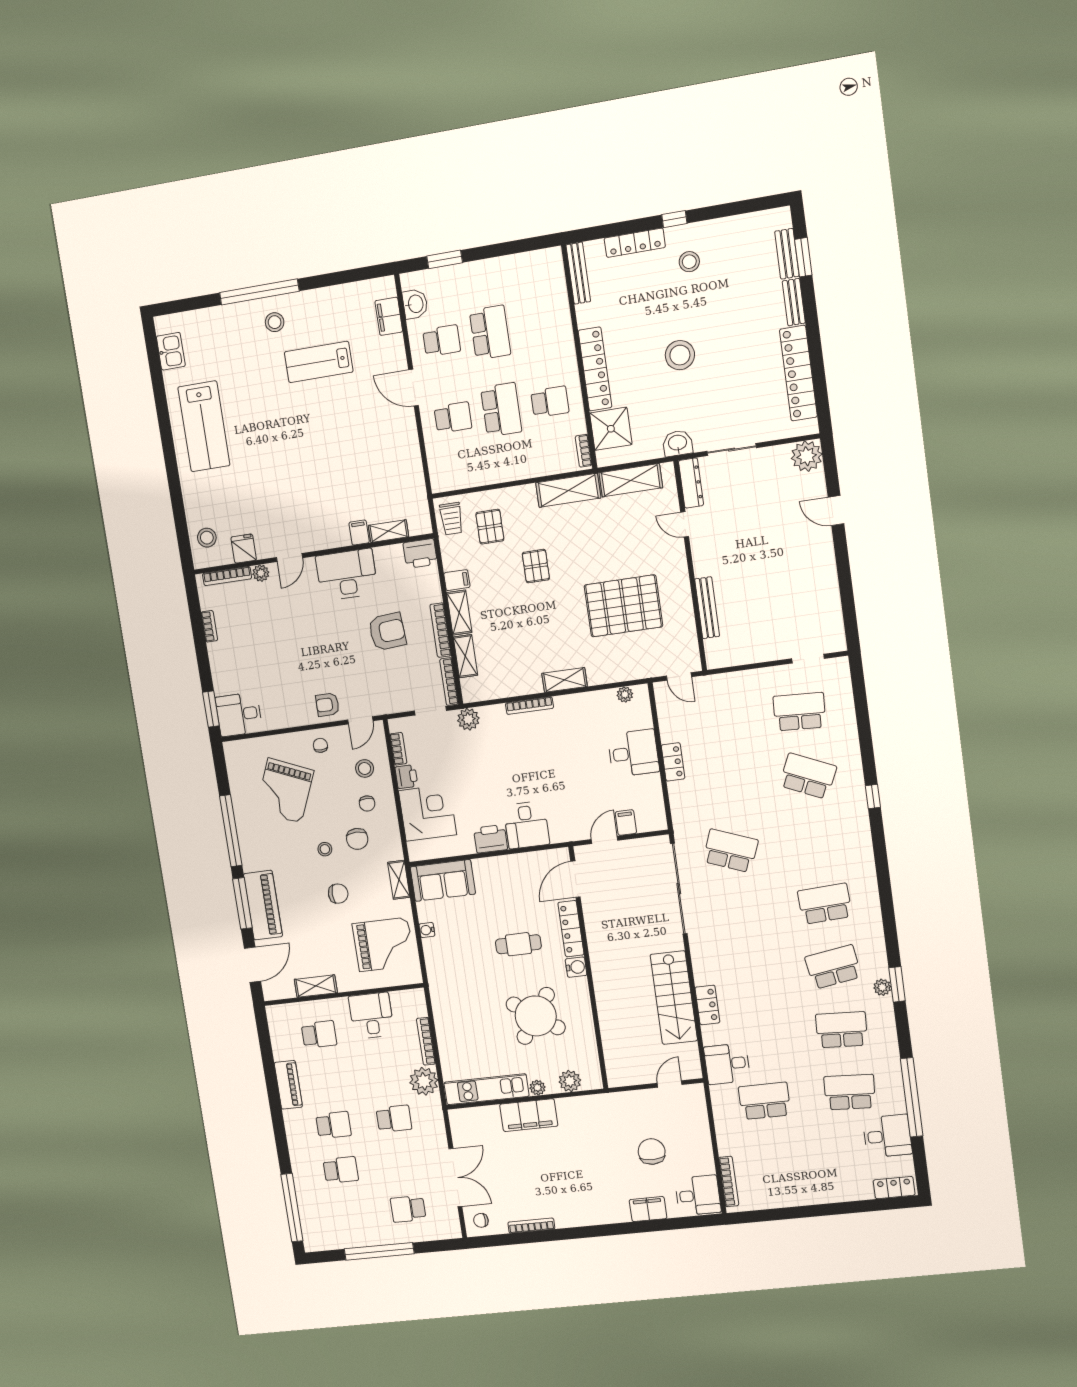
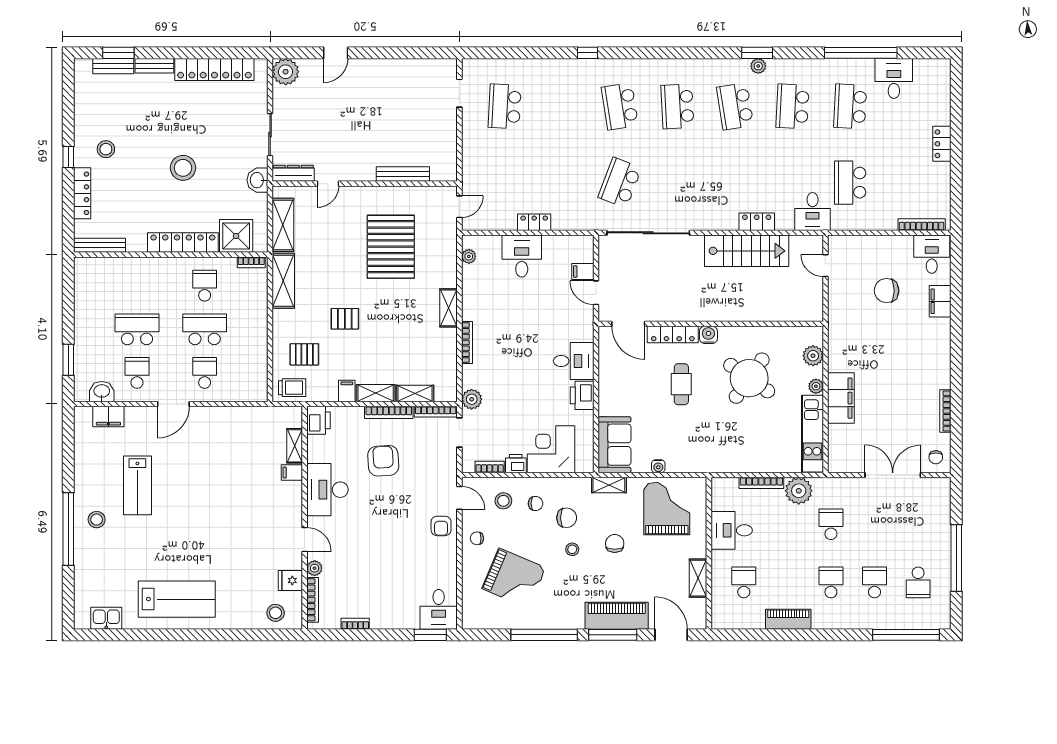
school desk: (808, 776) -> (620, 106), moved, turned -33
locker: (894, 1188) -> (942, 144), moved
school desk: (408, 1209) -> (918, 582), moved

